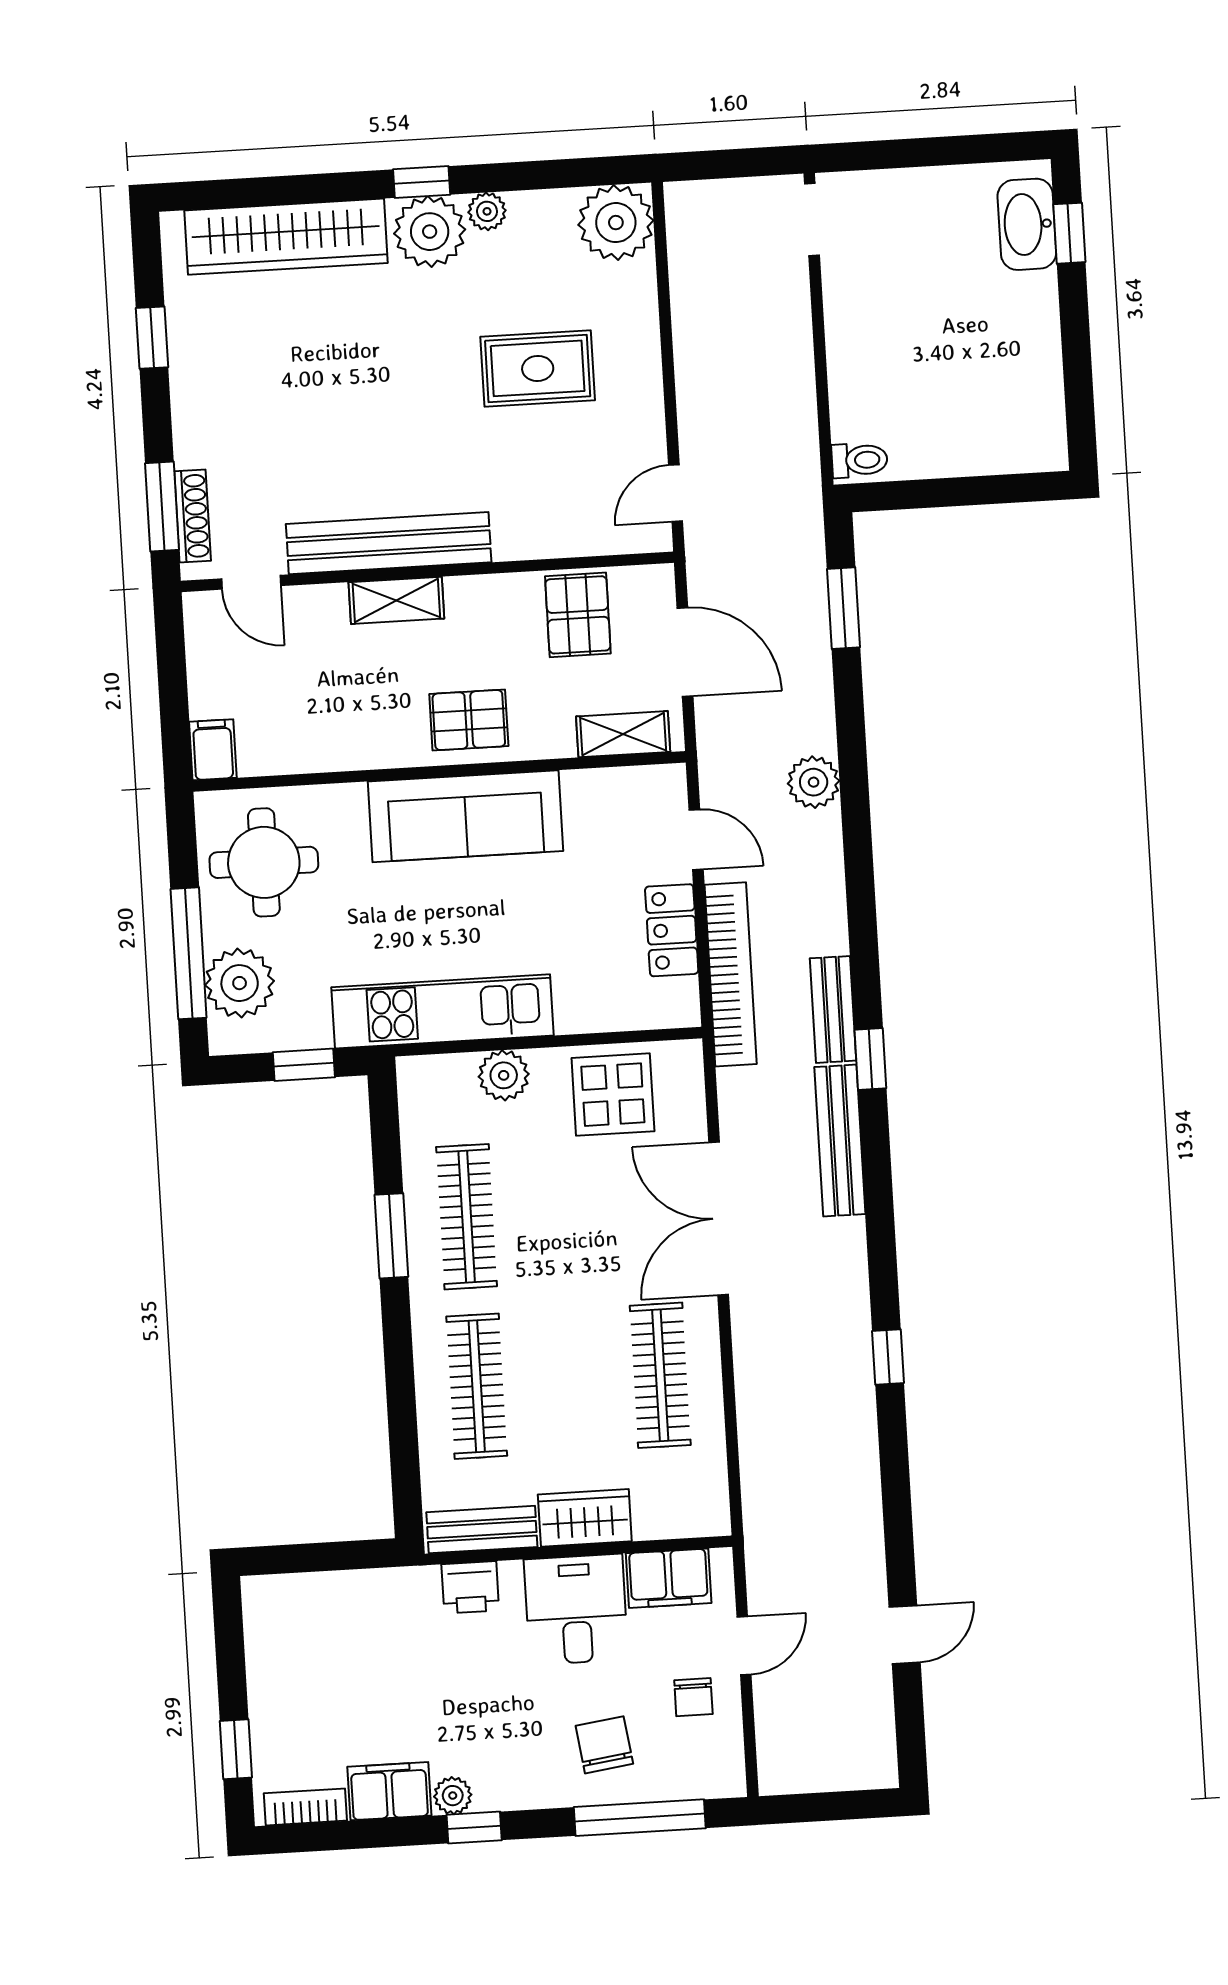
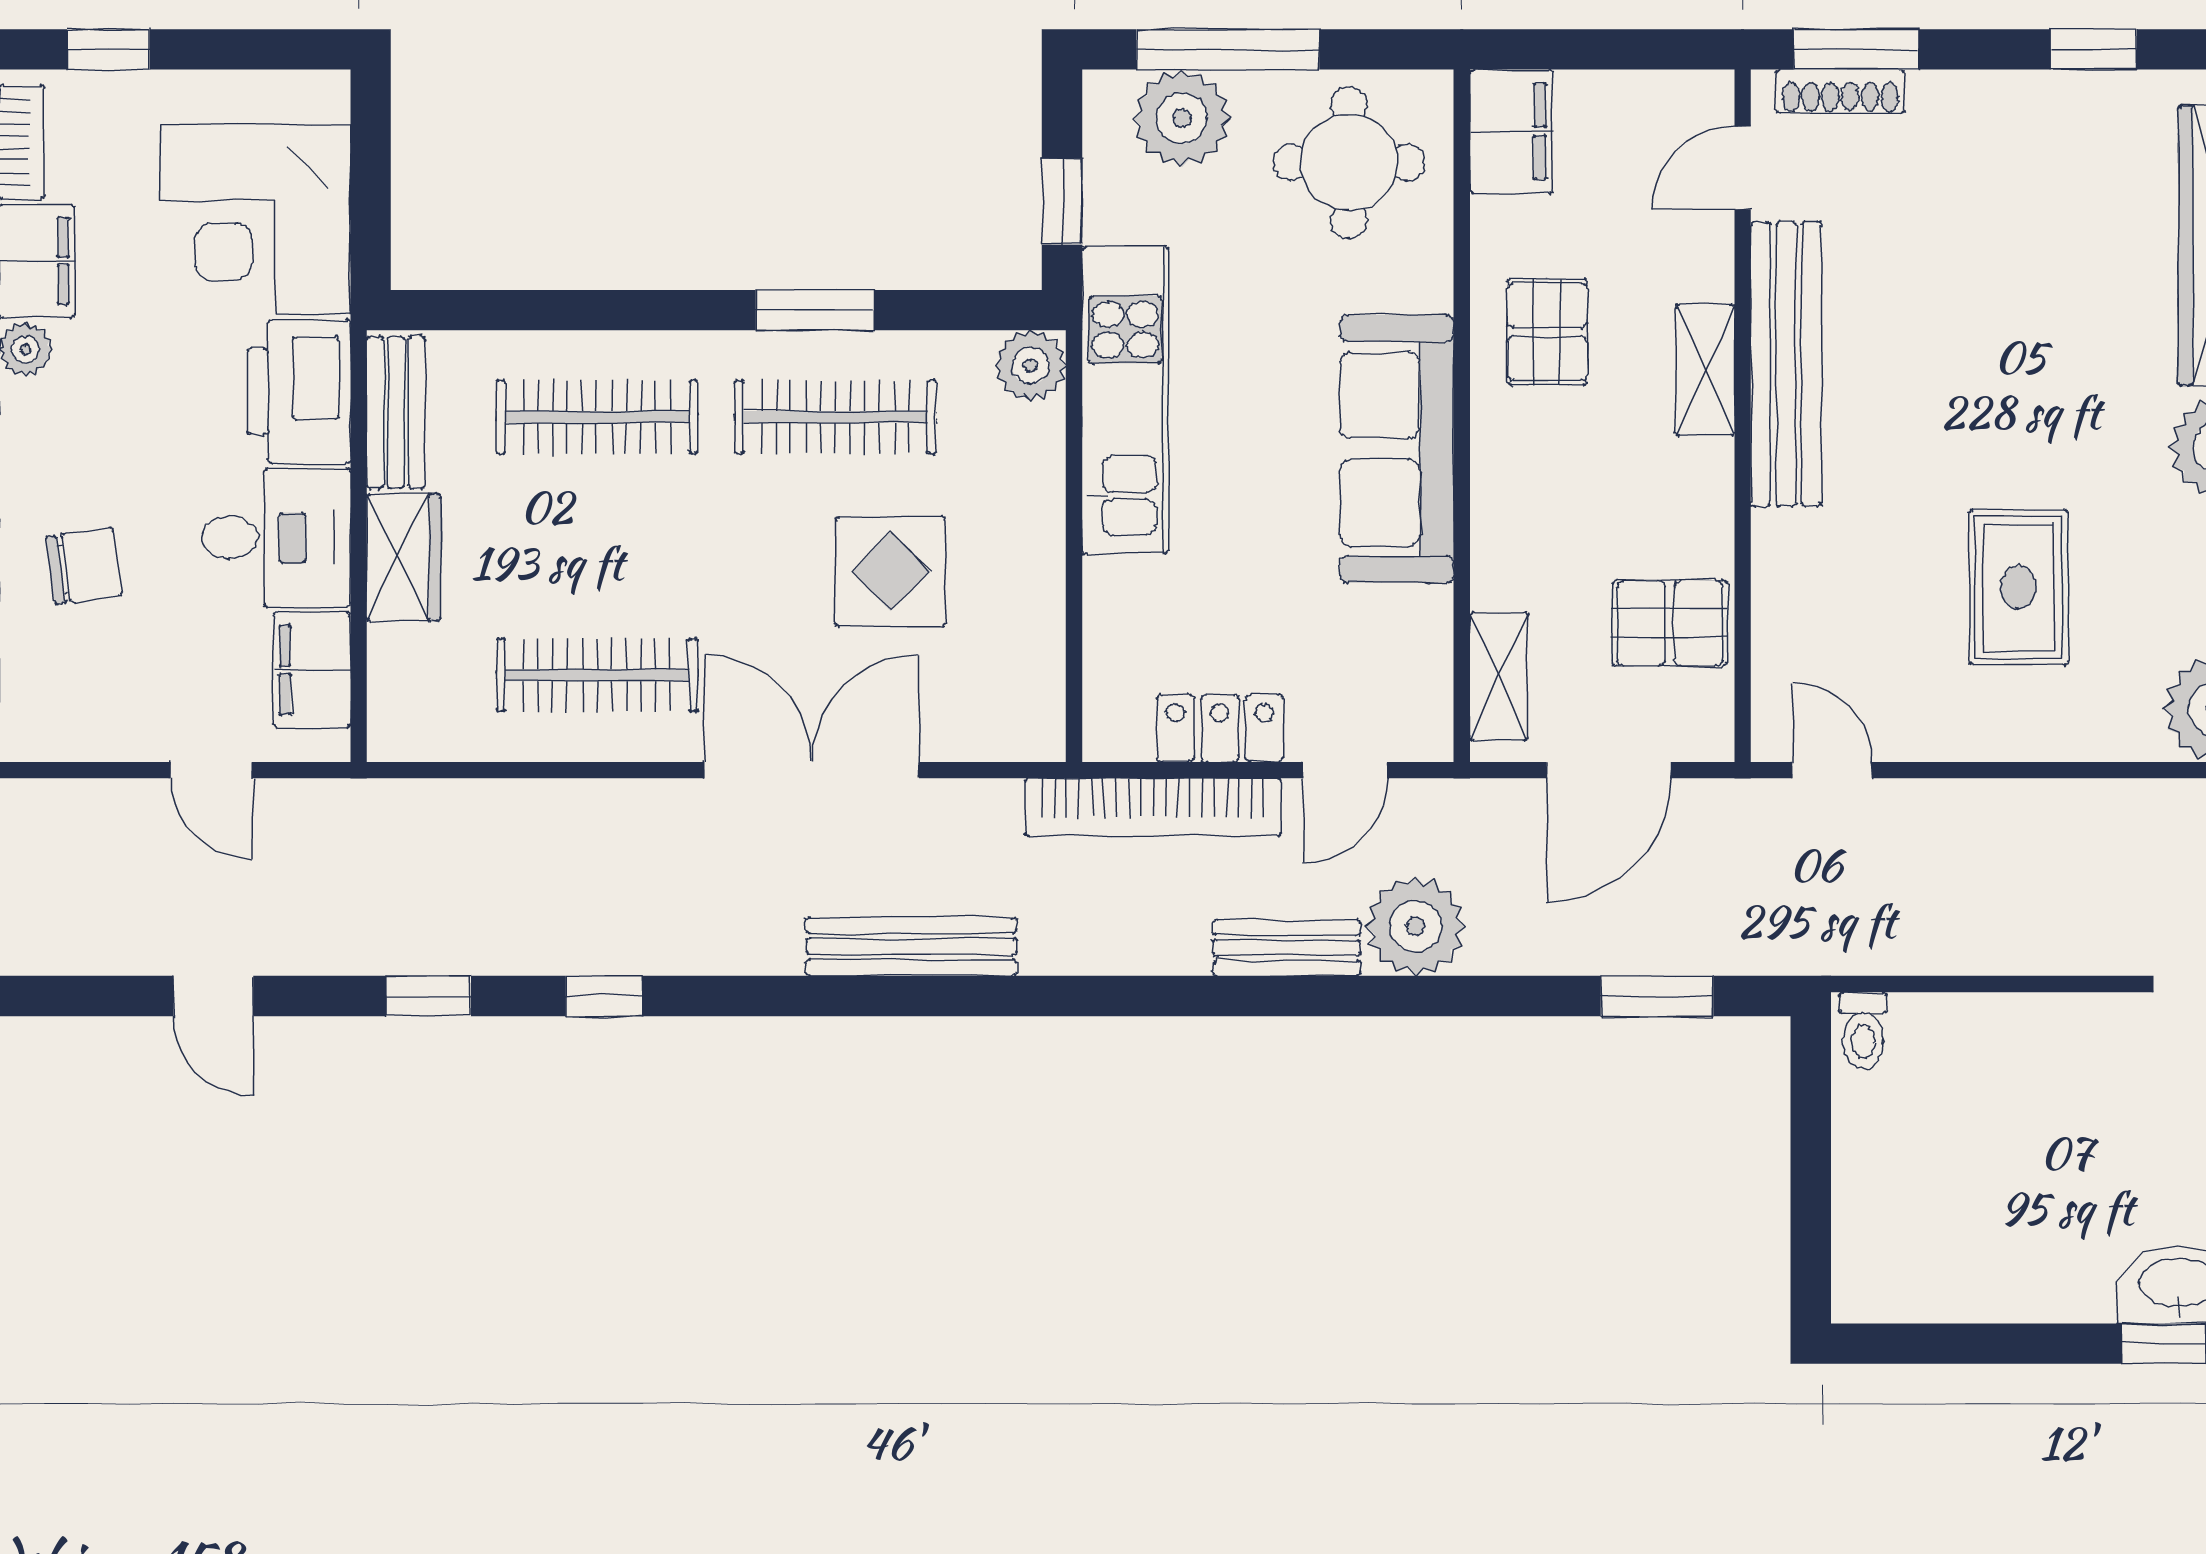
pallet: (469, 720) -> (1547, 332), moved
filing cabinet: (213, 750) -> (1511, 131), width x2.00
plant: (814, 782) -> (1416, 926), width x1.36, depth x1.36
bench: (833, 1009) -> (1287, 948), moved
window: (870, 1059) -> (429, 996), moved
plant: (504, 1075) -> (1031, 366), moved
display table: (613, 1095) -> (891, 572), moved
printer: (470, 1587) -> (299, 391), width x1.87, depth x1.48
corner desk: (350, 1637) -> (256, 219), added
chair: (693, 1697) -> (143, 695), removed

